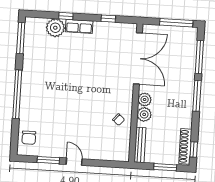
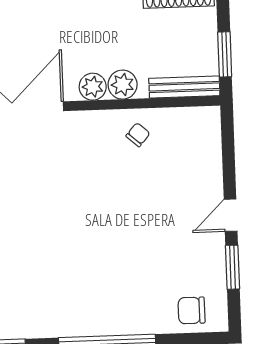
chair: (29, 138) -> (192, 310), turned 180
window: (165, 167) -> (225, 54), moved

